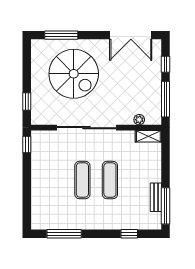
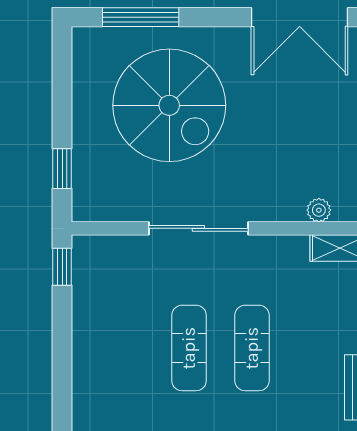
sliding door: (87, 128) -> (198, 228), width x0.73

